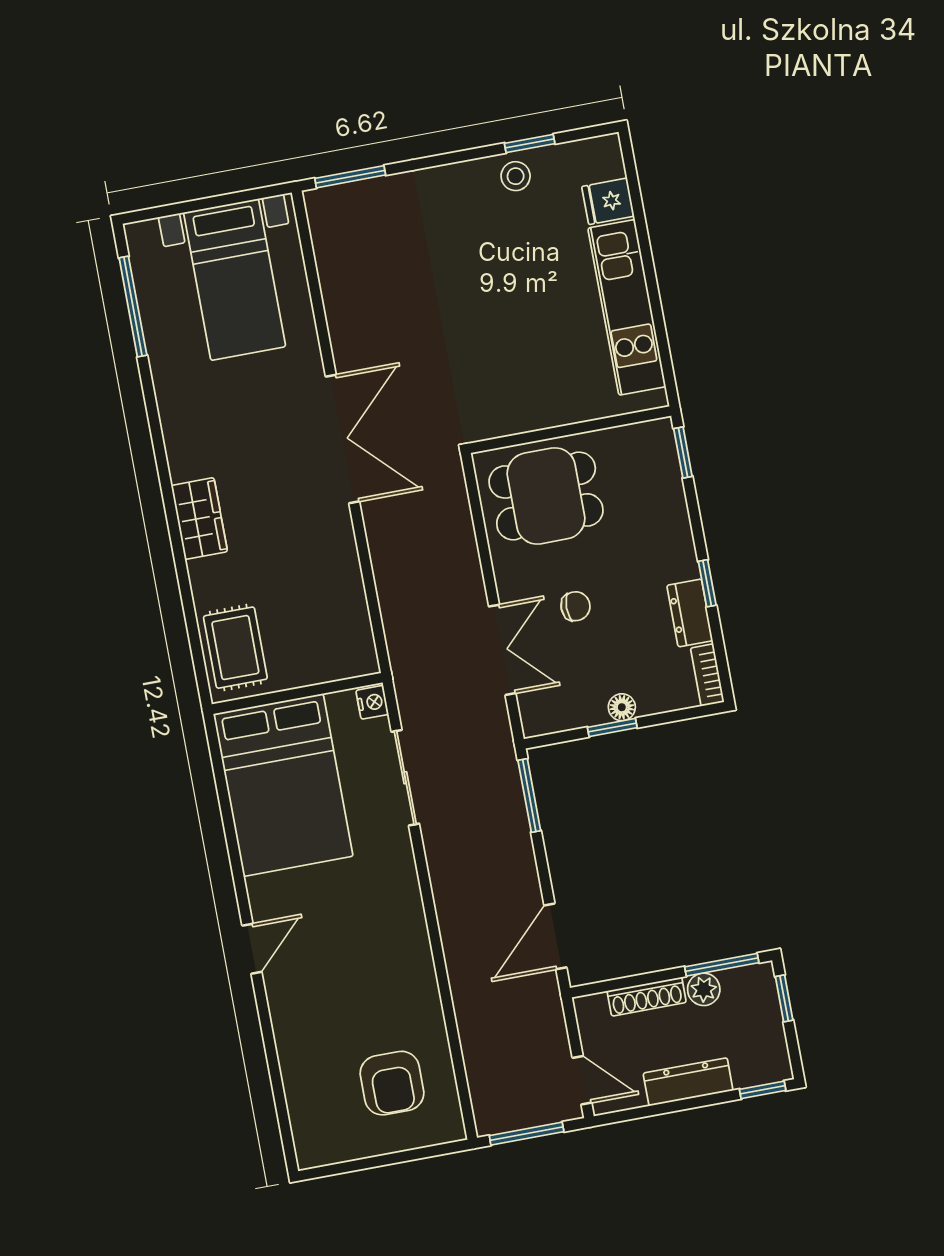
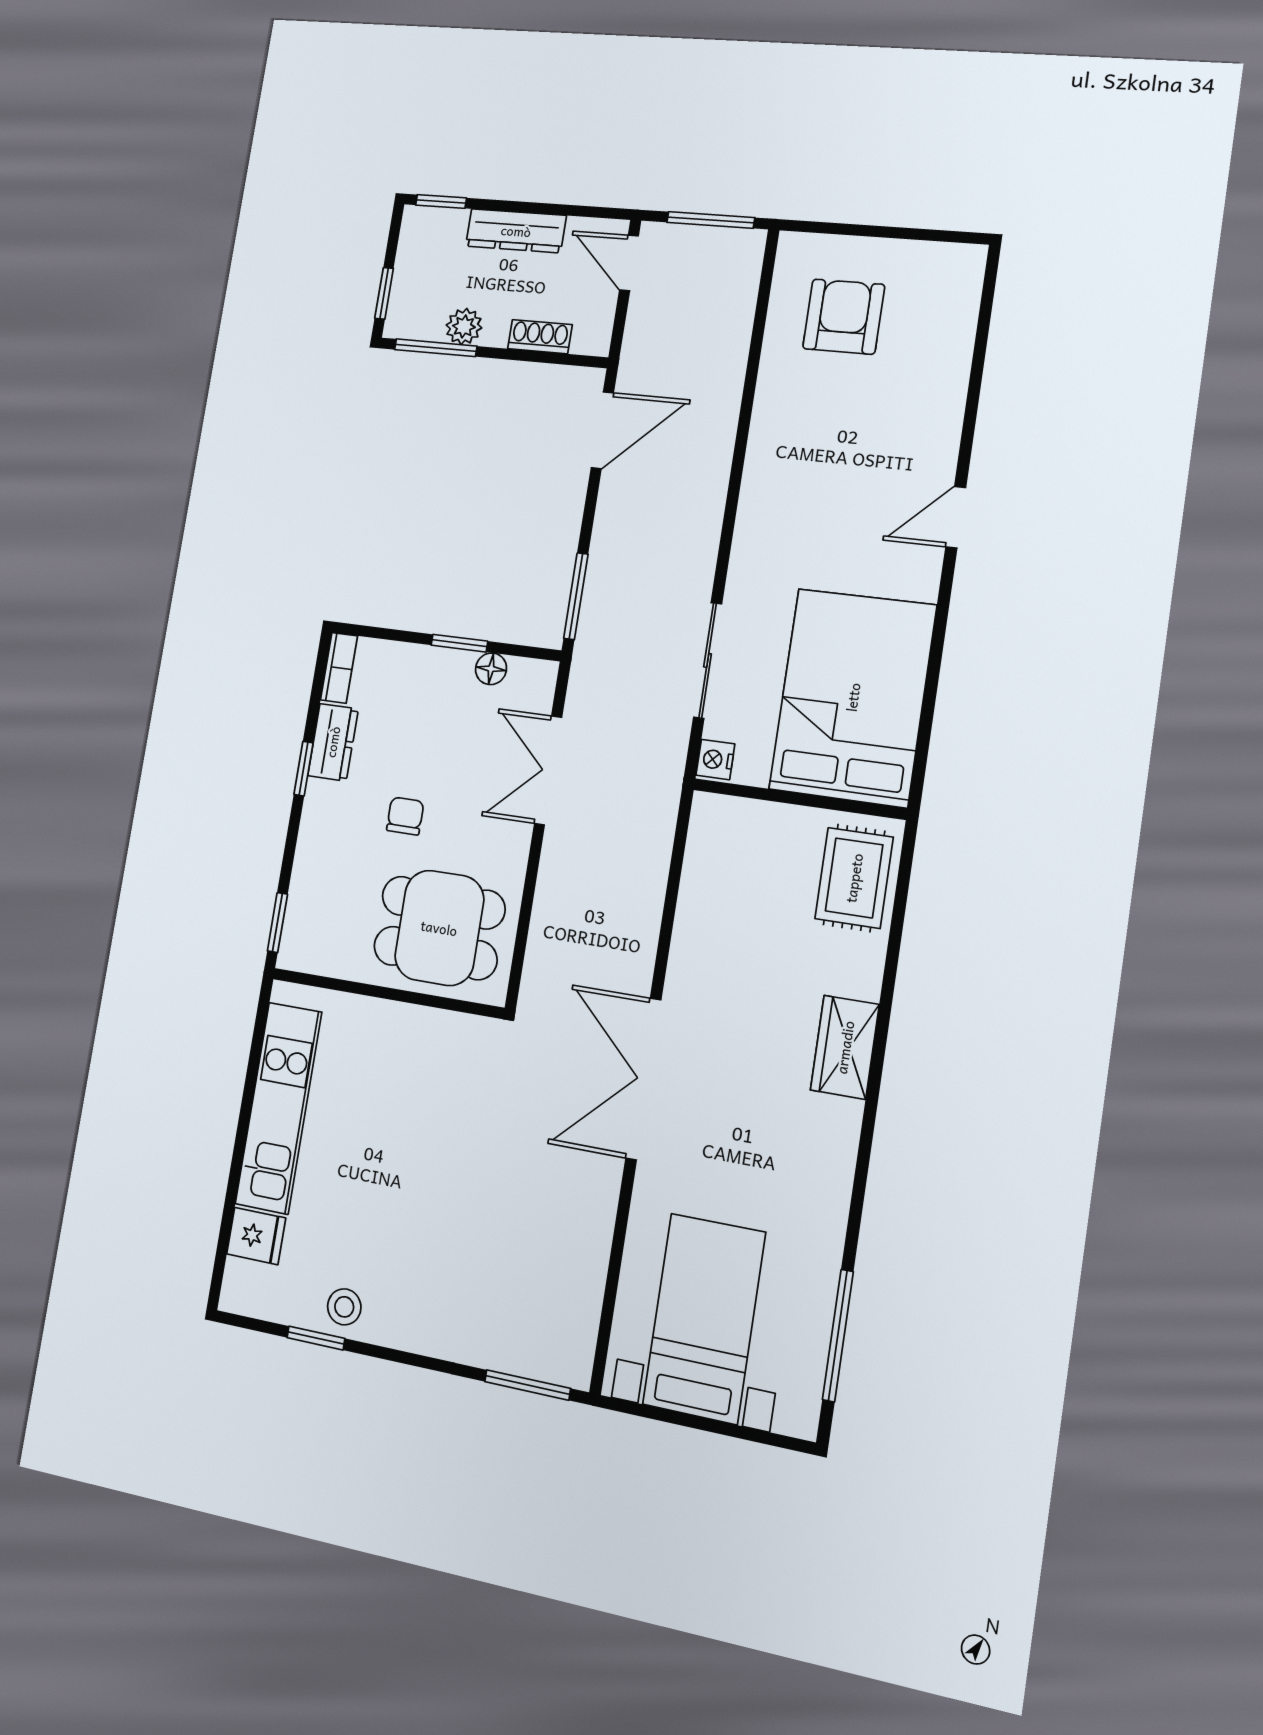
chair: (576, 606) -> (405, 816), moved, turned 90
floor lamp: (622, 707) -> (491, 669), moved
shoe rack: (647, 997) -> (540, 337), width x0.70

